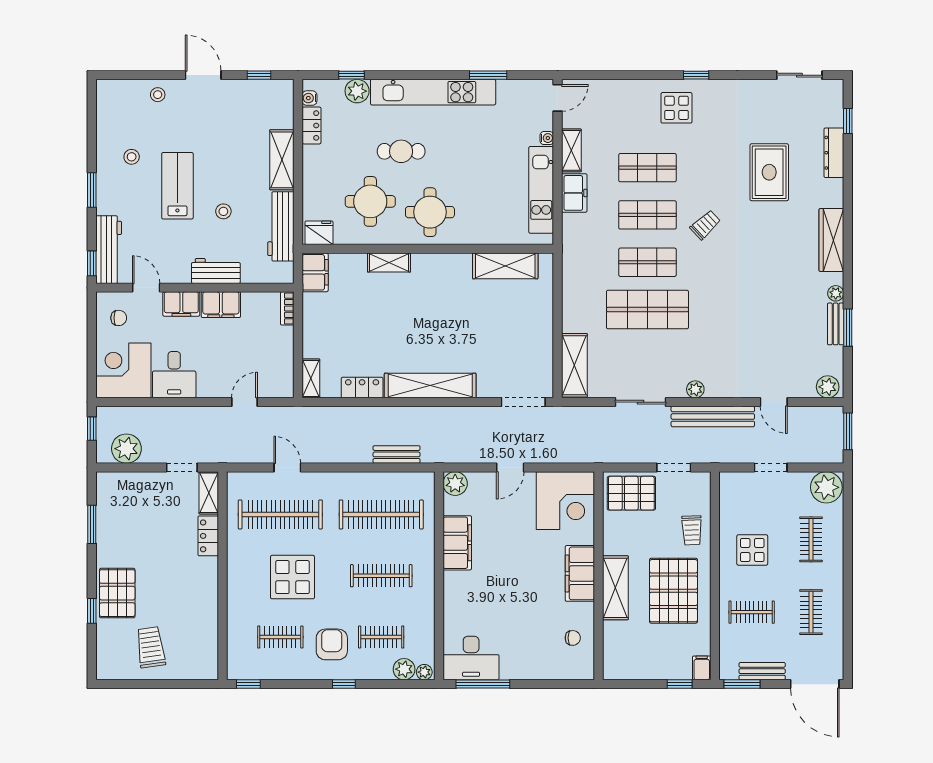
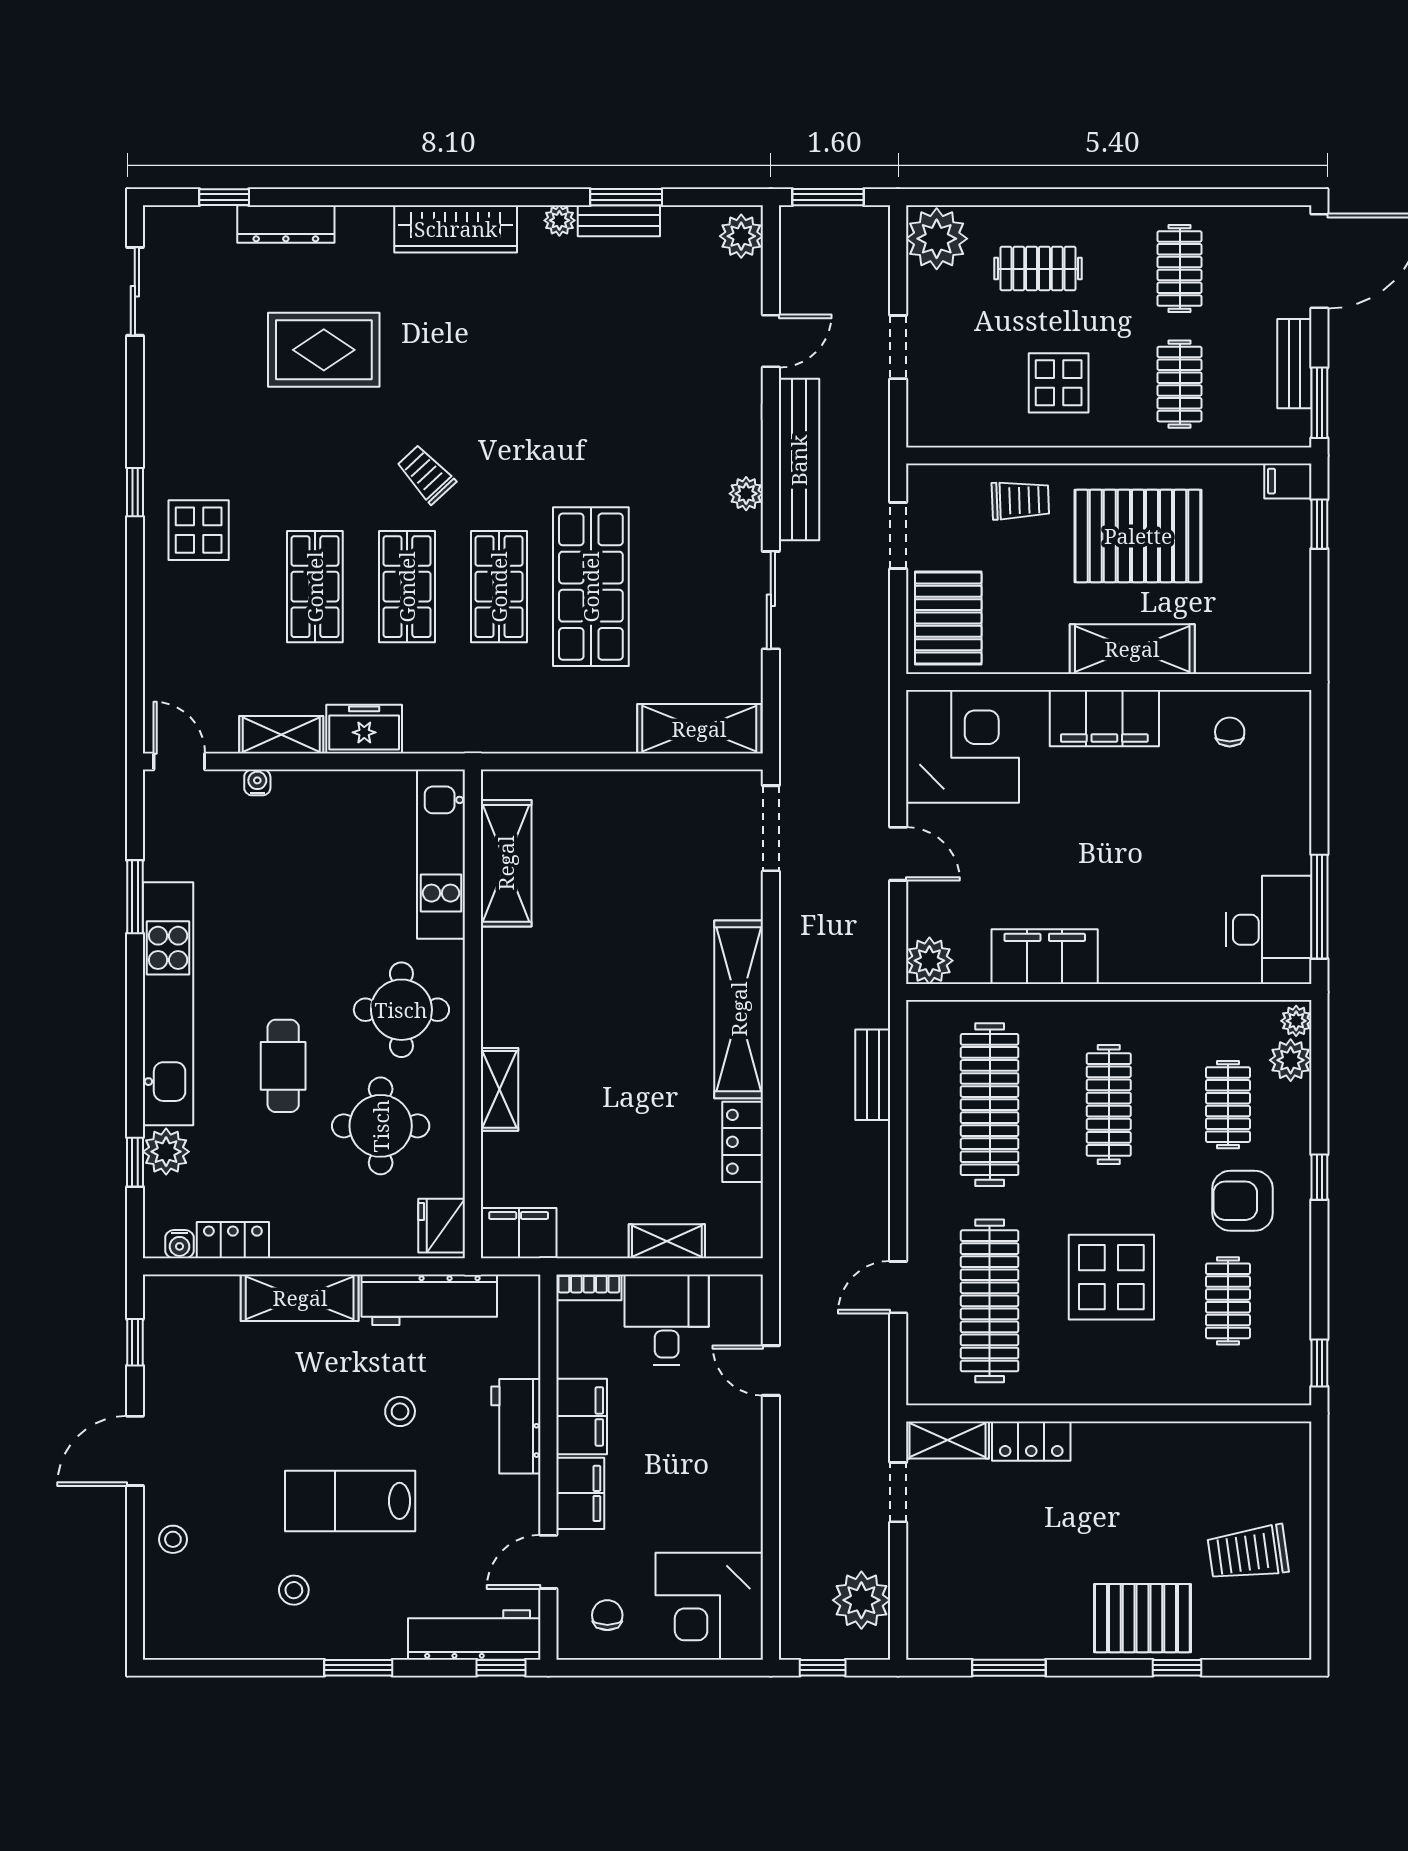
kitchen unit: (541, 190) -> (441, 854), moved, turned 90
desk: (174, 375) -> (667, 1320), moved, turned -90
shelving: (311, 378) -> (667, 1241), moved
clothes rail: (811, 612) -> (1180, 269), turned 90

